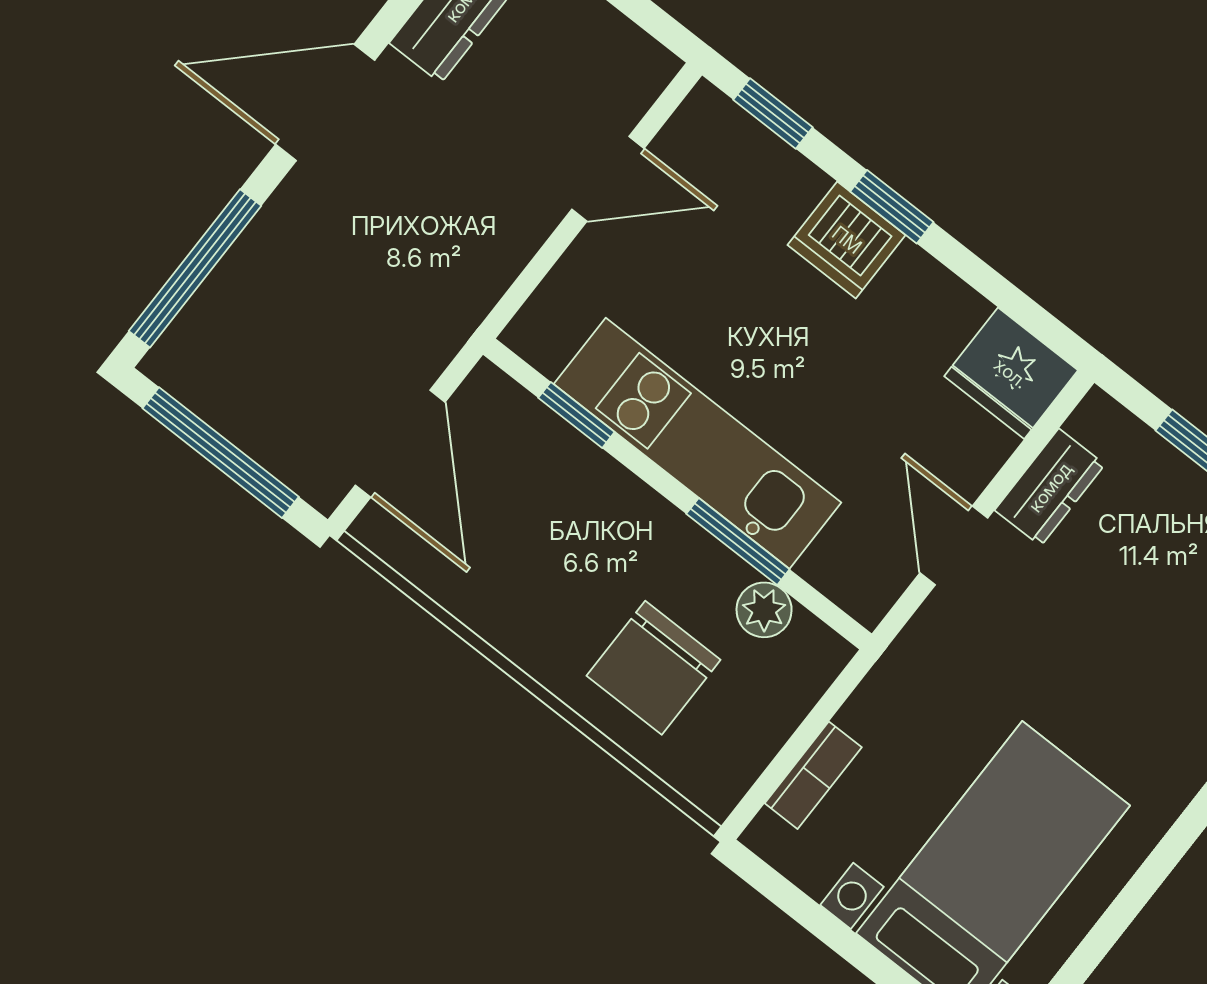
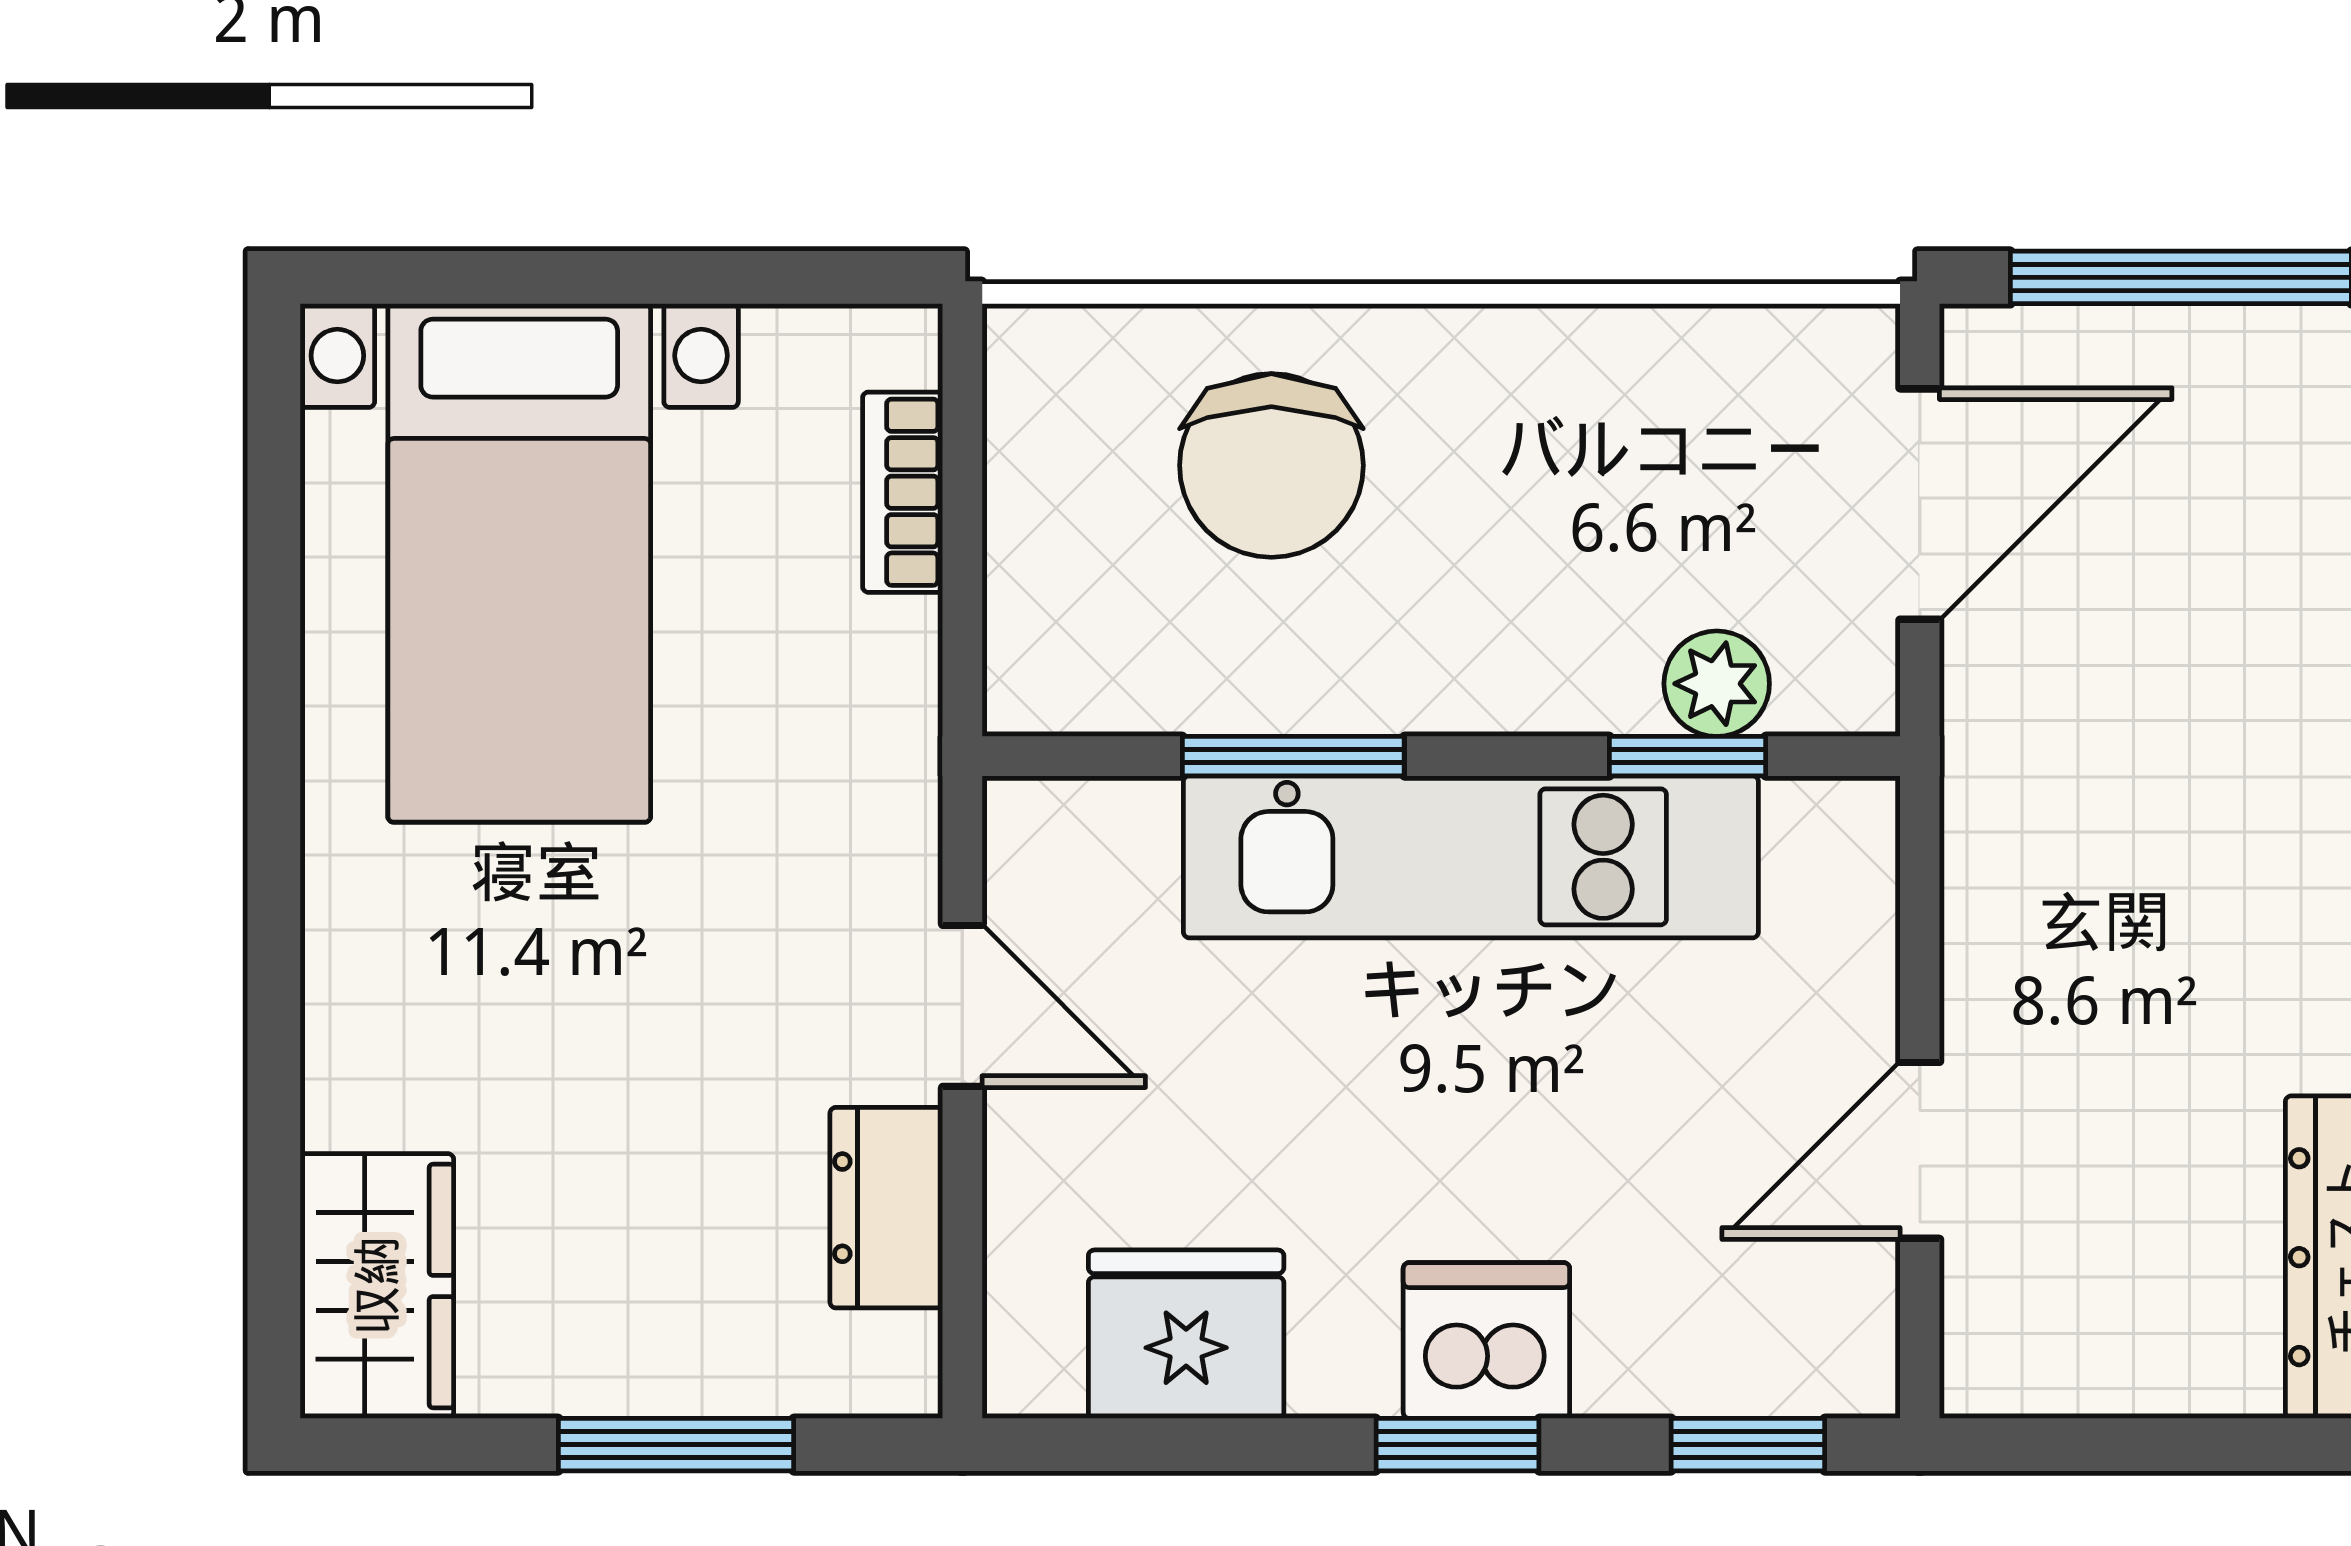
fridge: (1011, 373) -> (1186, 1334), moved
door: (400, 444) -> (1920, 504), swing flipped
plant: (764, 610) -> (1717, 684), moved
chair: (654, 668) -> (1271, 465), turned 180

